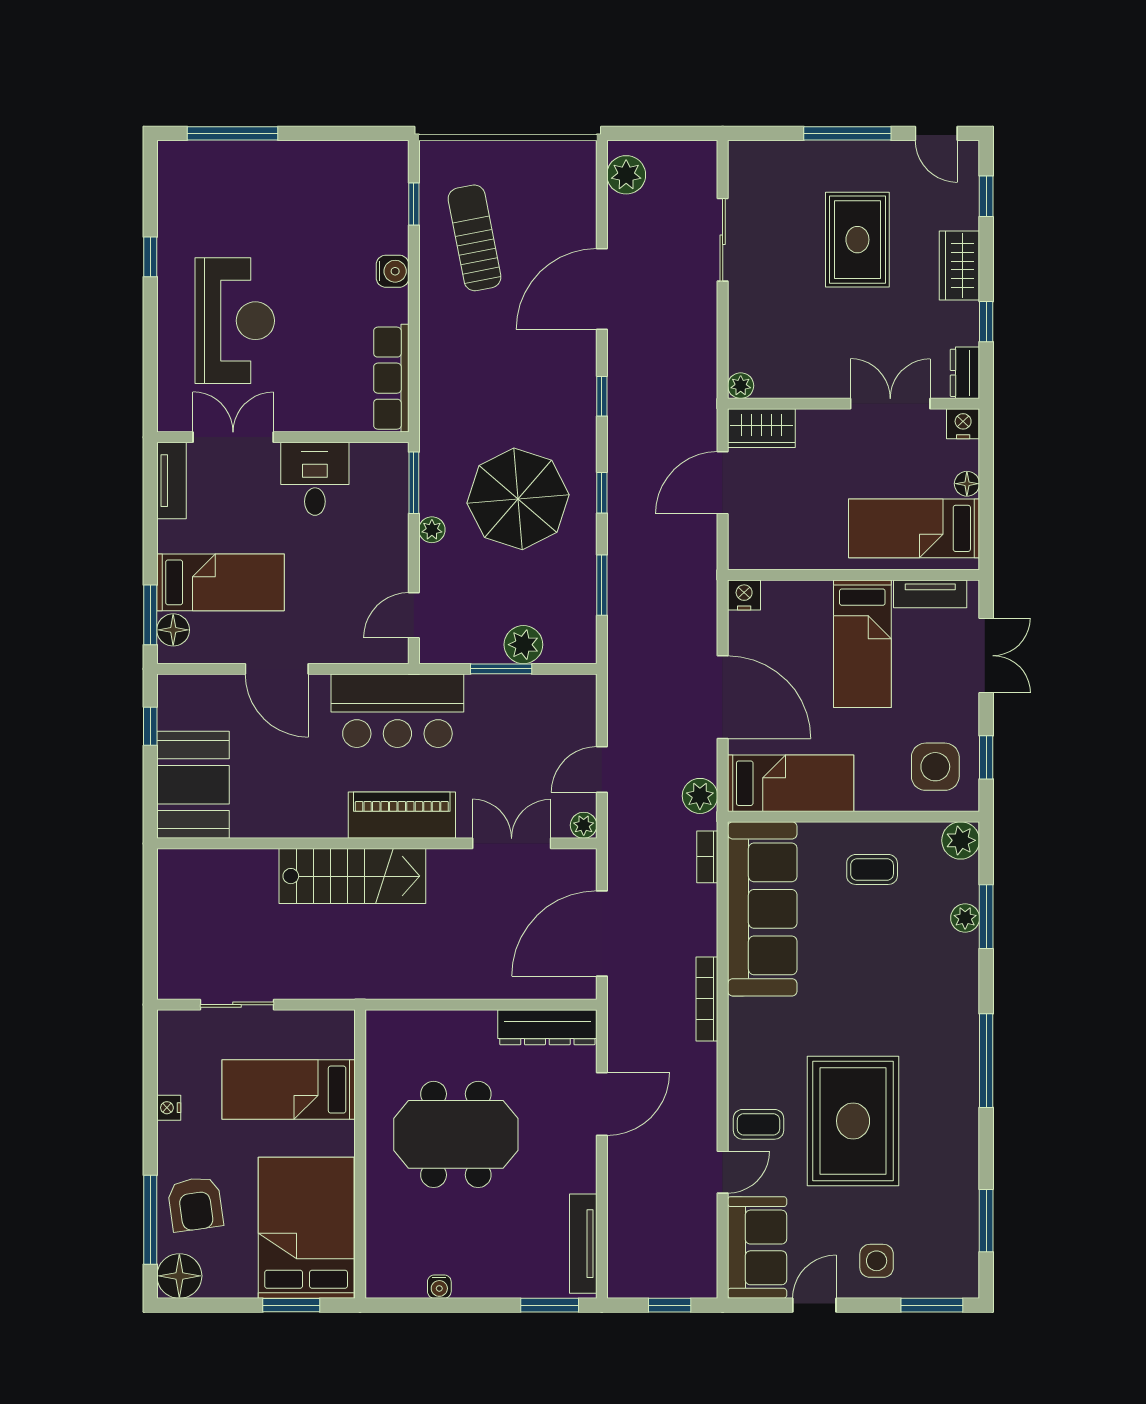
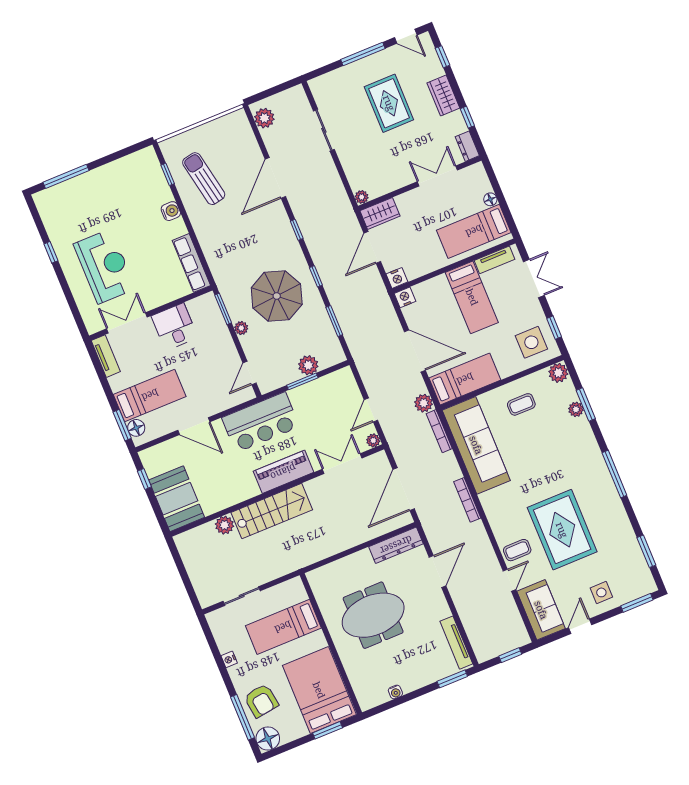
nightstand: (963, 424) -> (397, 278), moved, turned 180
bookcase: (707, 857) -> (439, 431), width x1.56
plant: (258, 866) -> (224, 525), added

